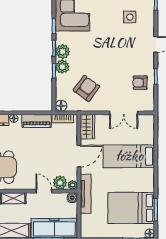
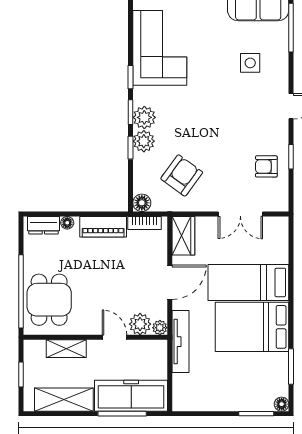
boiler: (72, 198) -> (159, 348), removed
bed: (131, 208) -> (252, 327), moved

